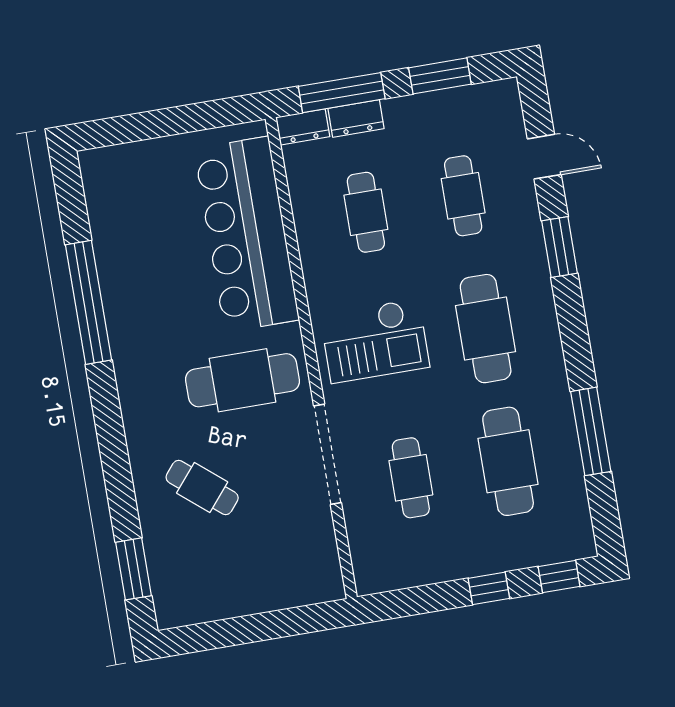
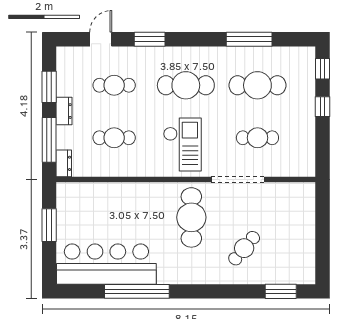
dresser: (356, 118) -> (64, 111), moved
window: (184, 119) -> (49, 225), added
bar counter: (247, 234) -> (106, 264), moved, turned 180

